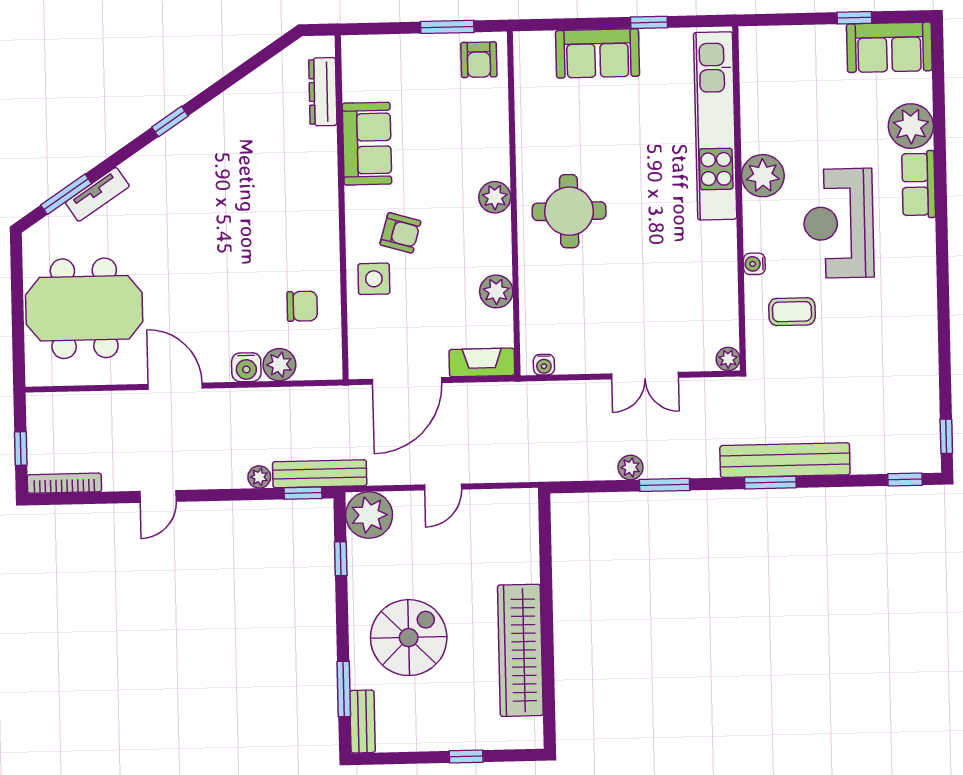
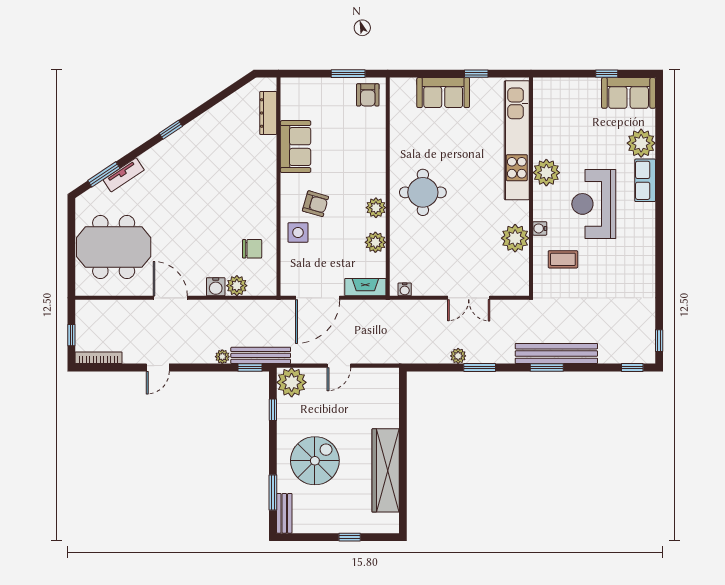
plant: (495, 197) -> (376, 208), moved
plant: (728, 359) -> (515, 238), moved, width x1.88, depth x1.88

